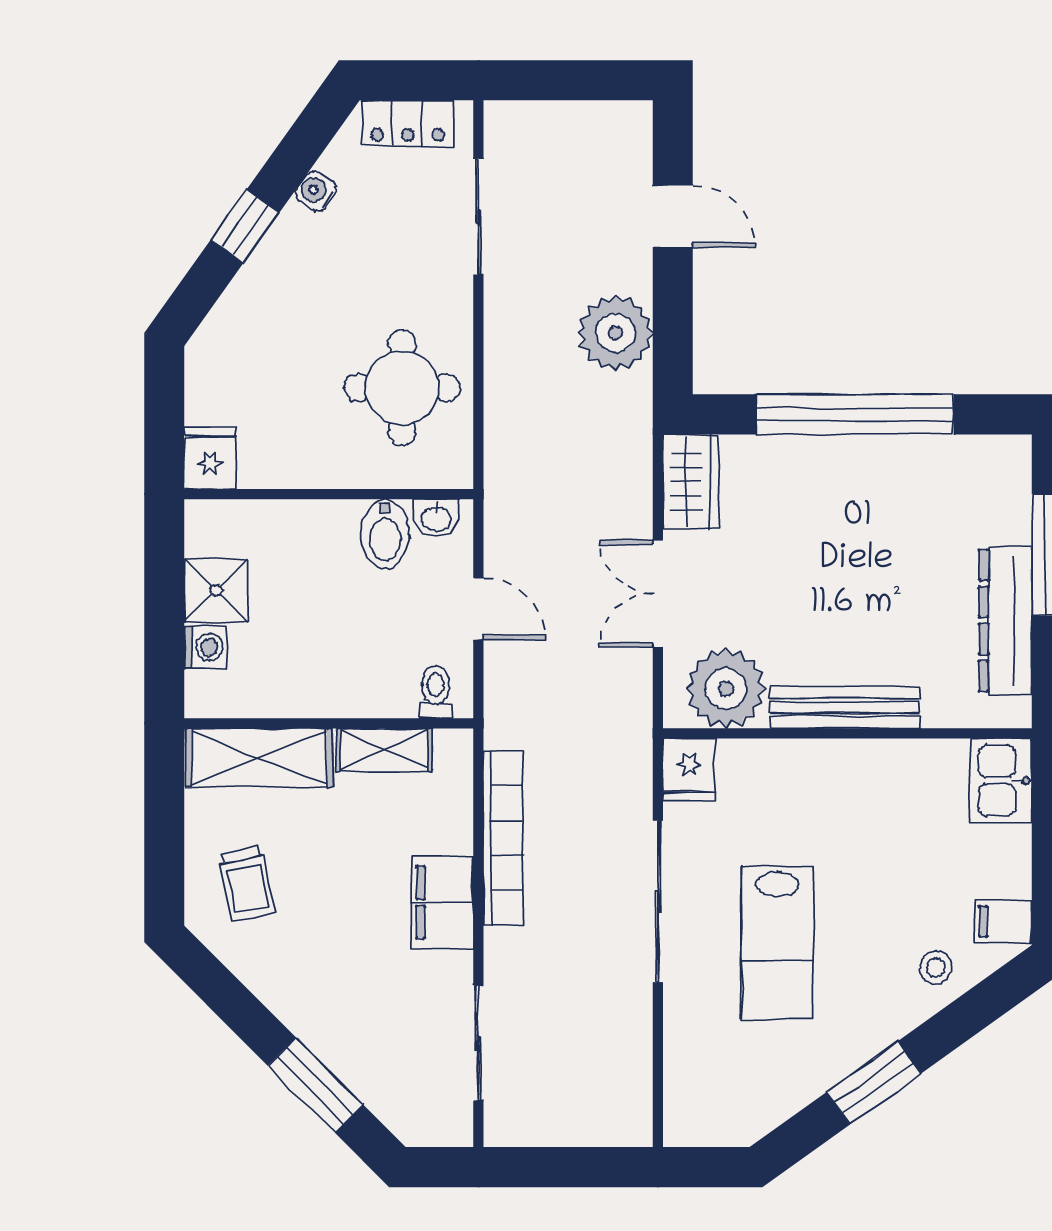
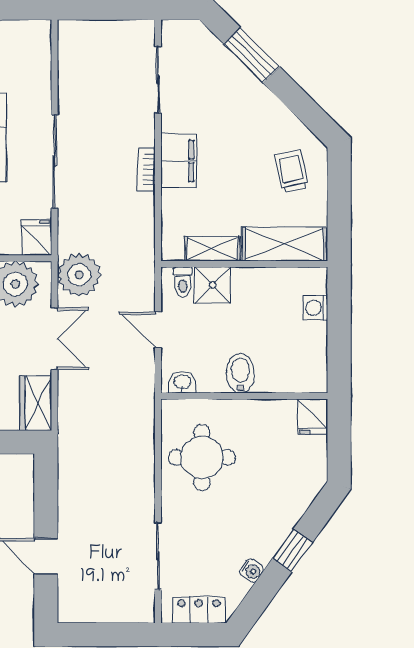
plant: (615, 333) -> (79, 275), moved
bidet: (385, 534) -> (240, 373), moved
shower: (216, 590) -> (213, 285), moved
bookcase: (503, 838) -> (146, 169), width x0.43, depth x0.76

